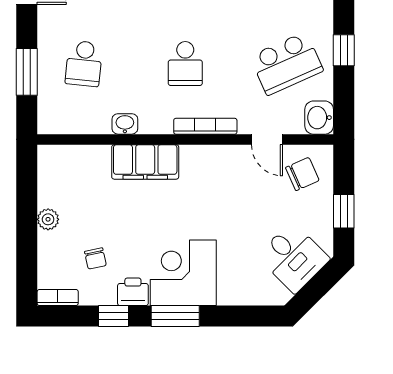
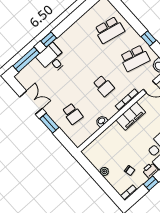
school desk: (287, 64) -> (135, 58), turned 39
window: (27, 72) -> (49, 123), moved
filing cabinet: (145, 162) -> (131, 116), moved

